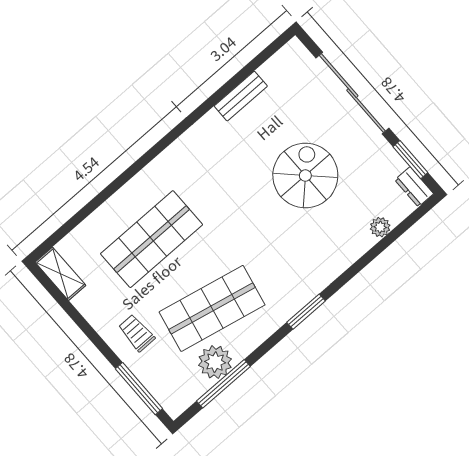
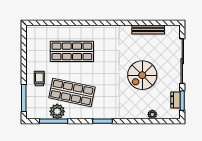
bench: (241, 96) -> (148, 29), width x1.36
spiral stairs: (305, 176) -> (142, 75), turned 180
dresser: (414, 187) -> (176, 100), moved
shelving: (60, 274) -> (31, 36), removed

